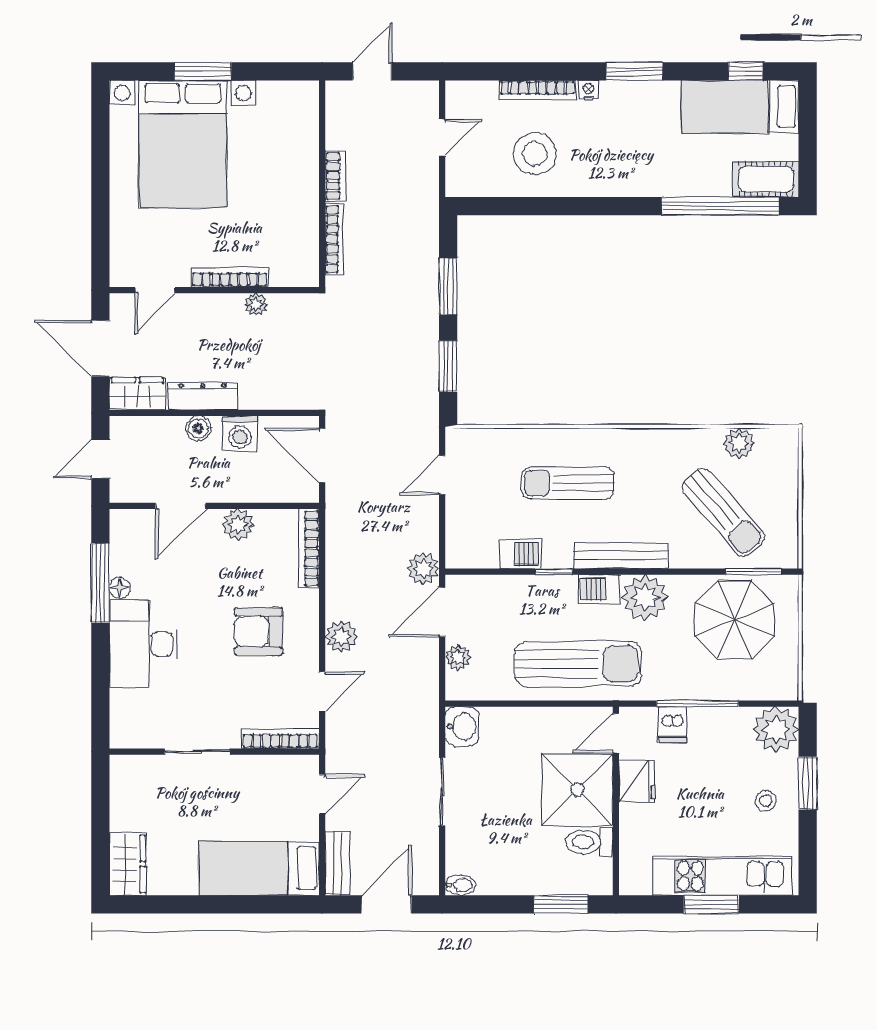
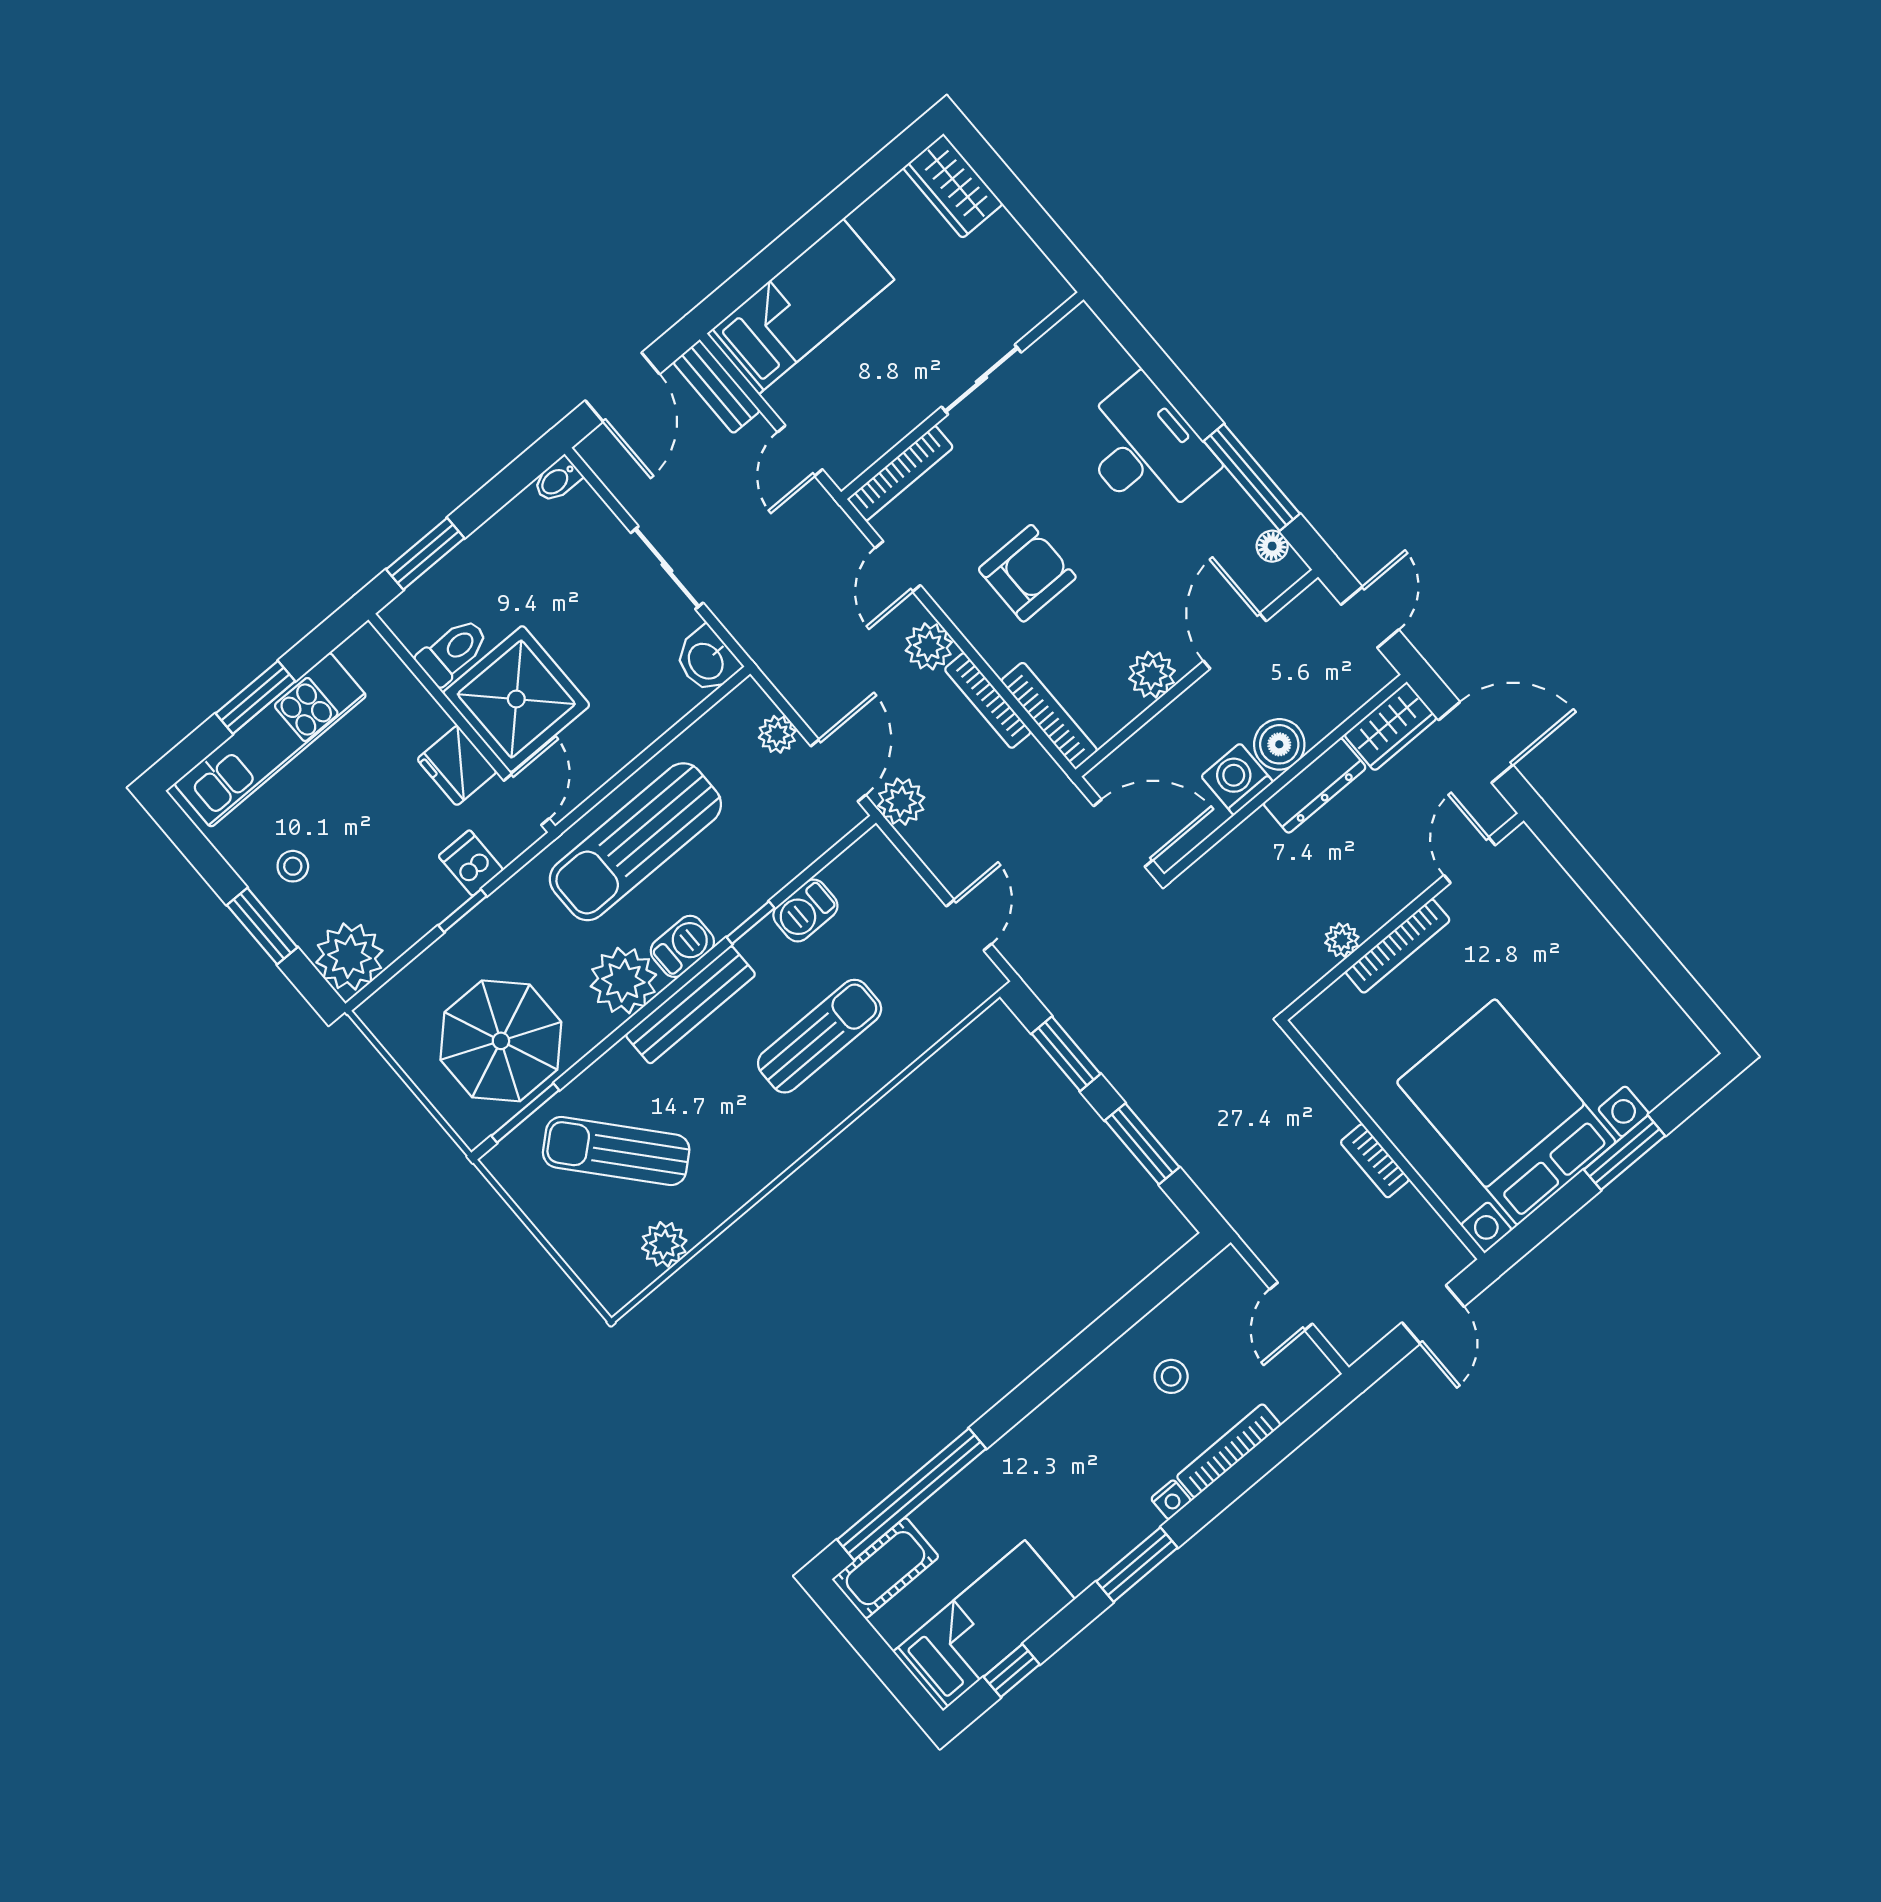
bed with nightstands: (183, 144) -> (1506, 1112), moved
stool: (535, 154) -> (1171, 1376), width x0.53, depth x0.53
bookcase: (334, 239) -> (988, 701), moved
boiler: (198, 428) -> (1279, 744), width x1.36, depth x1.36
floor lamp: (120, 588) -> (1272, 546), moved
window: (698, 704) -> (463, 911), width x0.46

